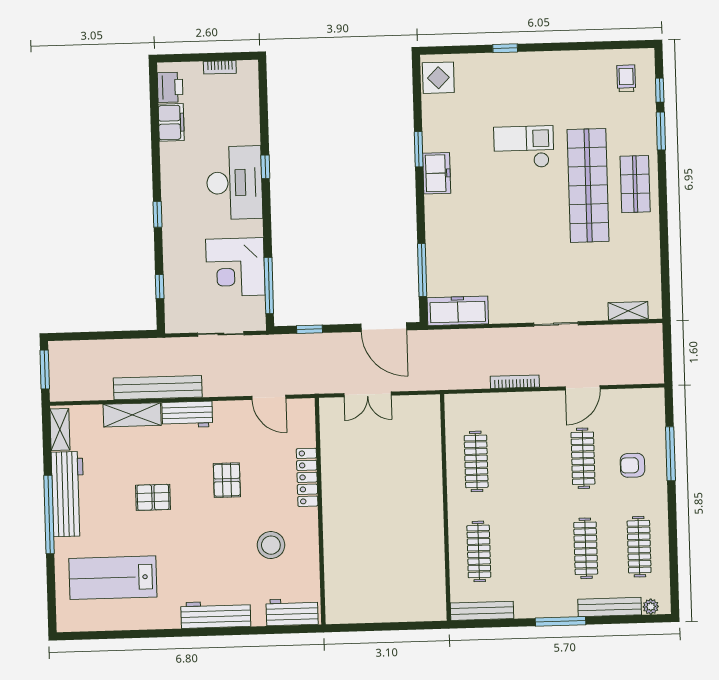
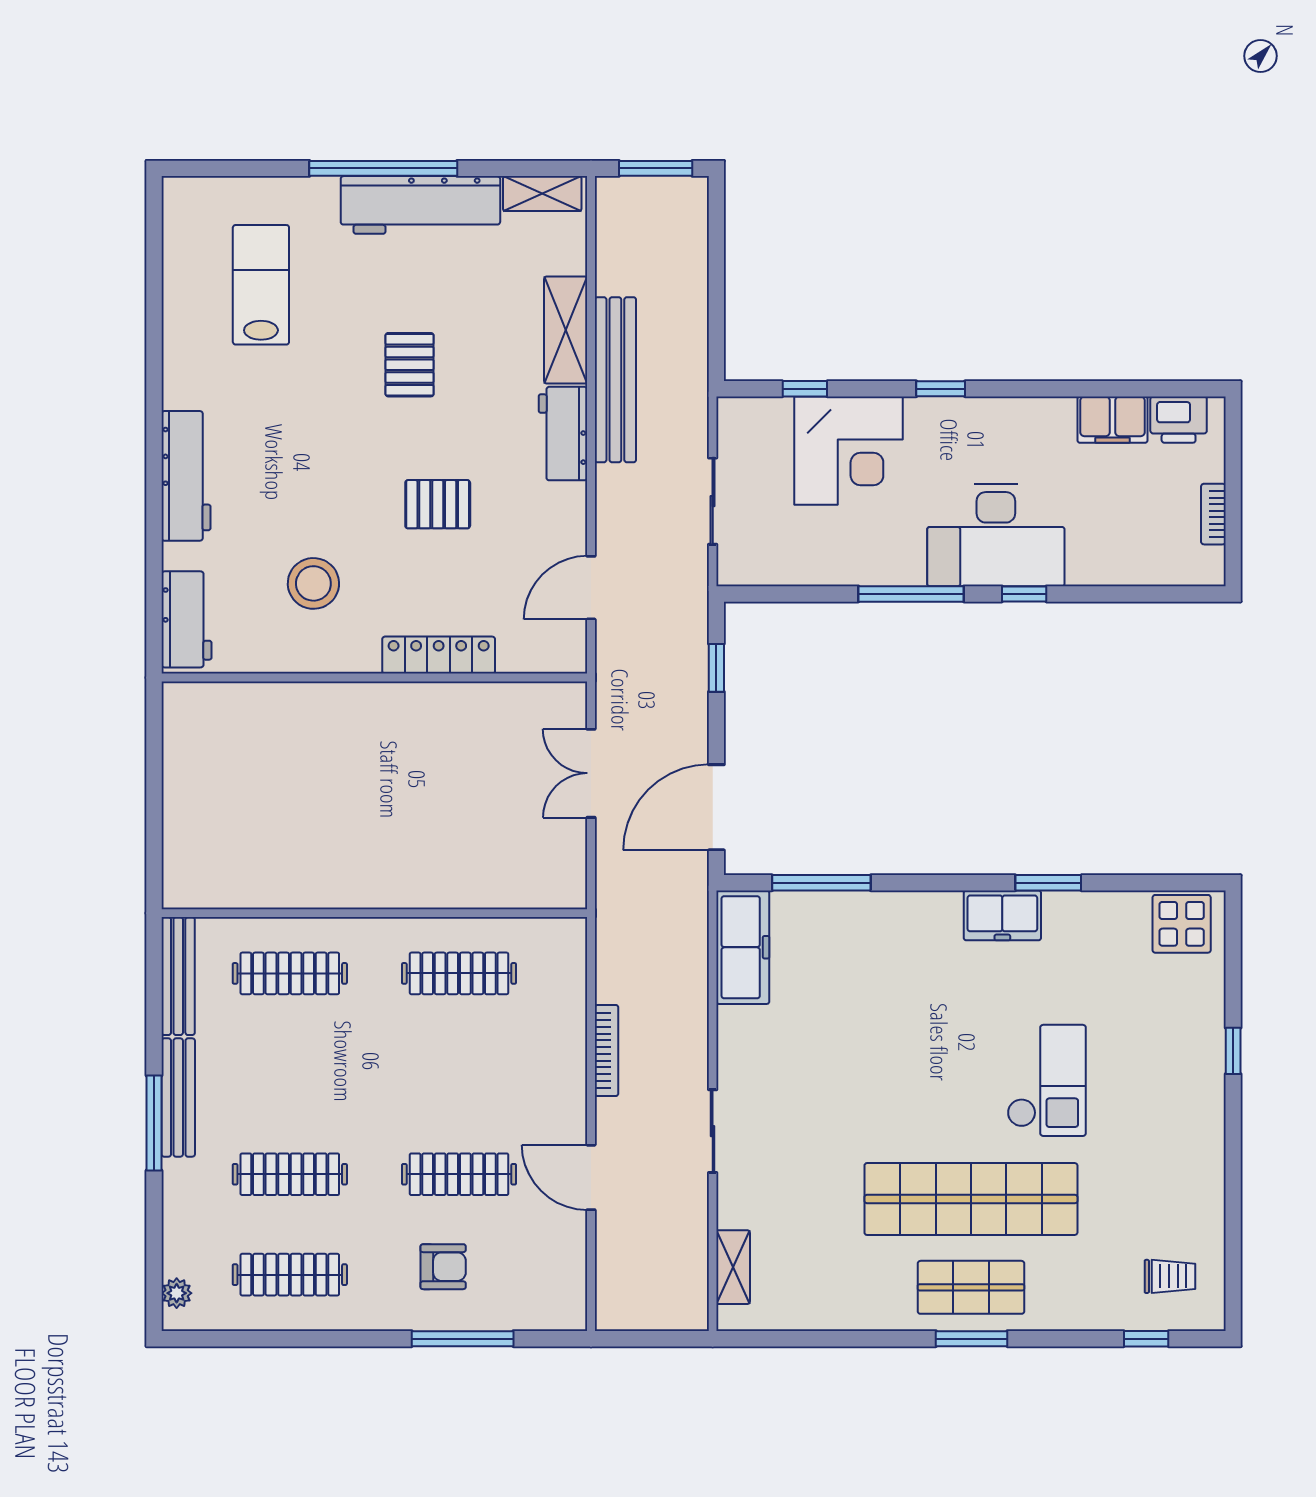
window: (661, 131) -> (972, 1339), moved
corner desk: (235, 267) -> (849, 451), moved, turned 180
window: (269, 286) -> (911, 594), moved
armchair: (632, 465) -> (443, 1267), turned 90
lab bench: (113, 578) -> (261, 285), width x0.73, depth x0.72
bench: (610, 607) -> (178, 1098), moved

